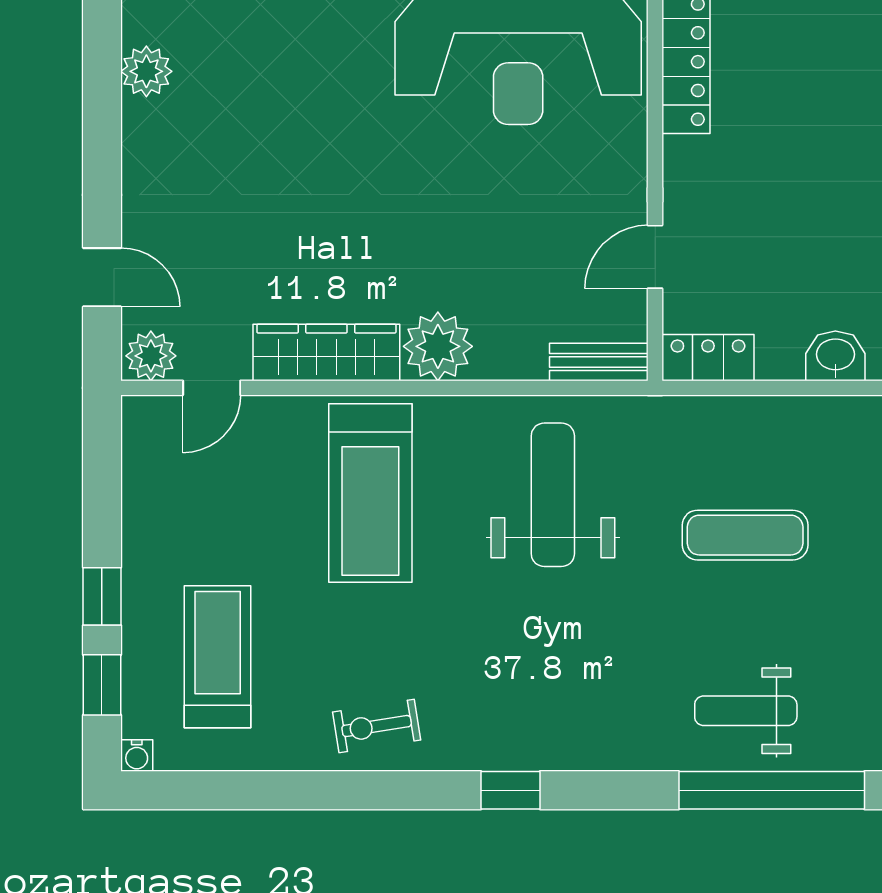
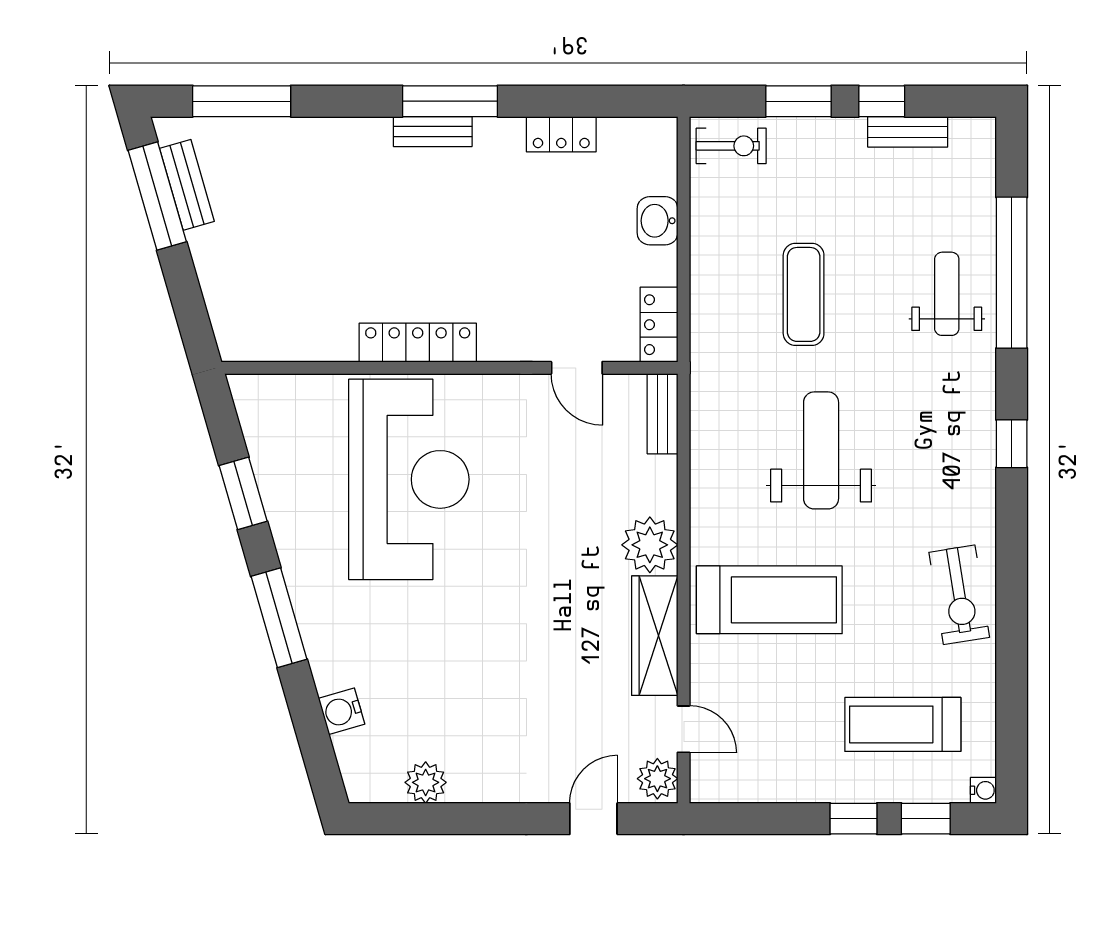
weight bench: (553, 495) -> (821, 450), moved, turned 90
weight bench: (746, 711) -> (947, 294), turned 180
exercise bike: (377, 726) -> (959, 595), width x1.38, depth x1.39
window: (510, 790) -> (1012, 444), moved

